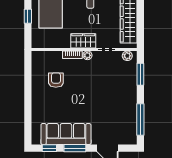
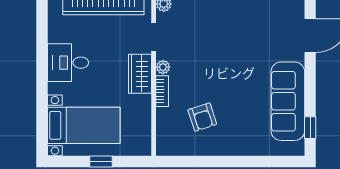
armchair: (56, 80) -> (202, 117), turned -108
window: (75, 148) -> (310, 87), removed

